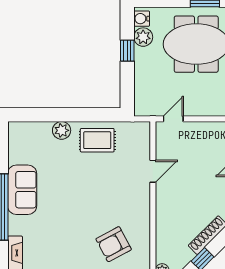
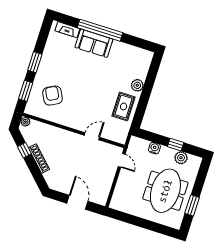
water cooler: (142, 19) -> (154, 148), moved
door: (153, 171) -> (92, 136), swing flipped
sofa: (22, 190) -> (94, 43), moved

